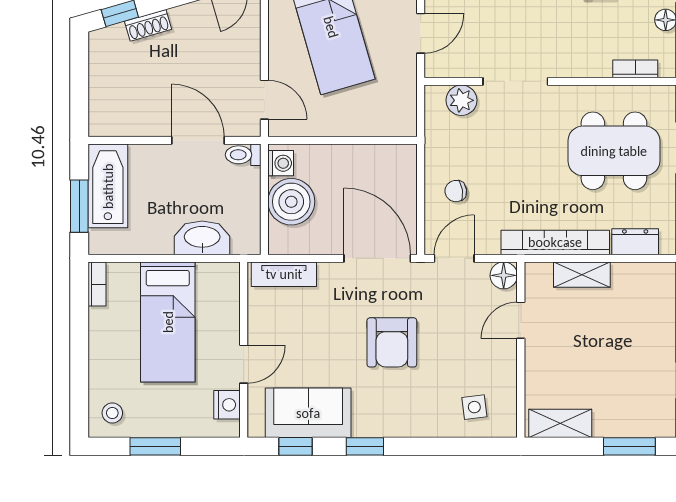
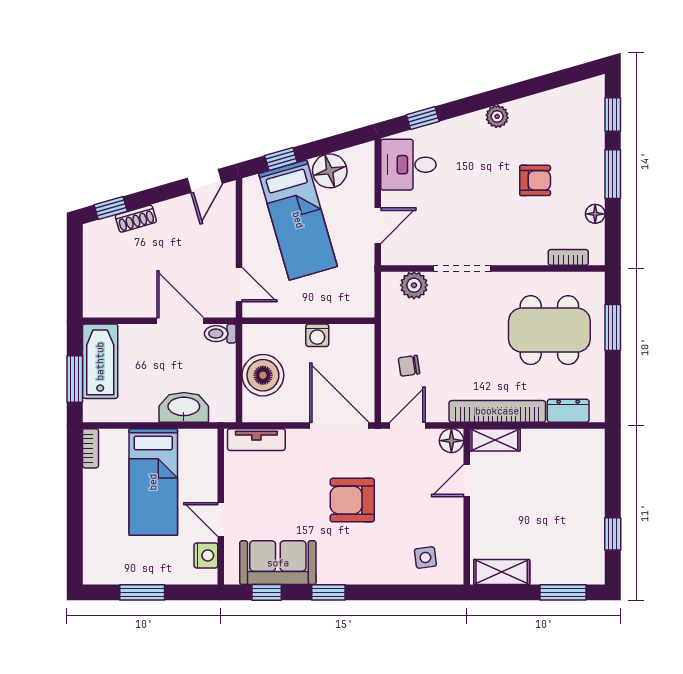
washing machine: (281, 163) -> (317, 335), moved, turned 90
shelving: (582, 275) -> (495, 440), moved
armchair: (392, 342) -> (352, 500), turned 90
door: (244, 364) -> (221, 519), swing flipped
stool: (112, 413) -> (104, 563), removed

